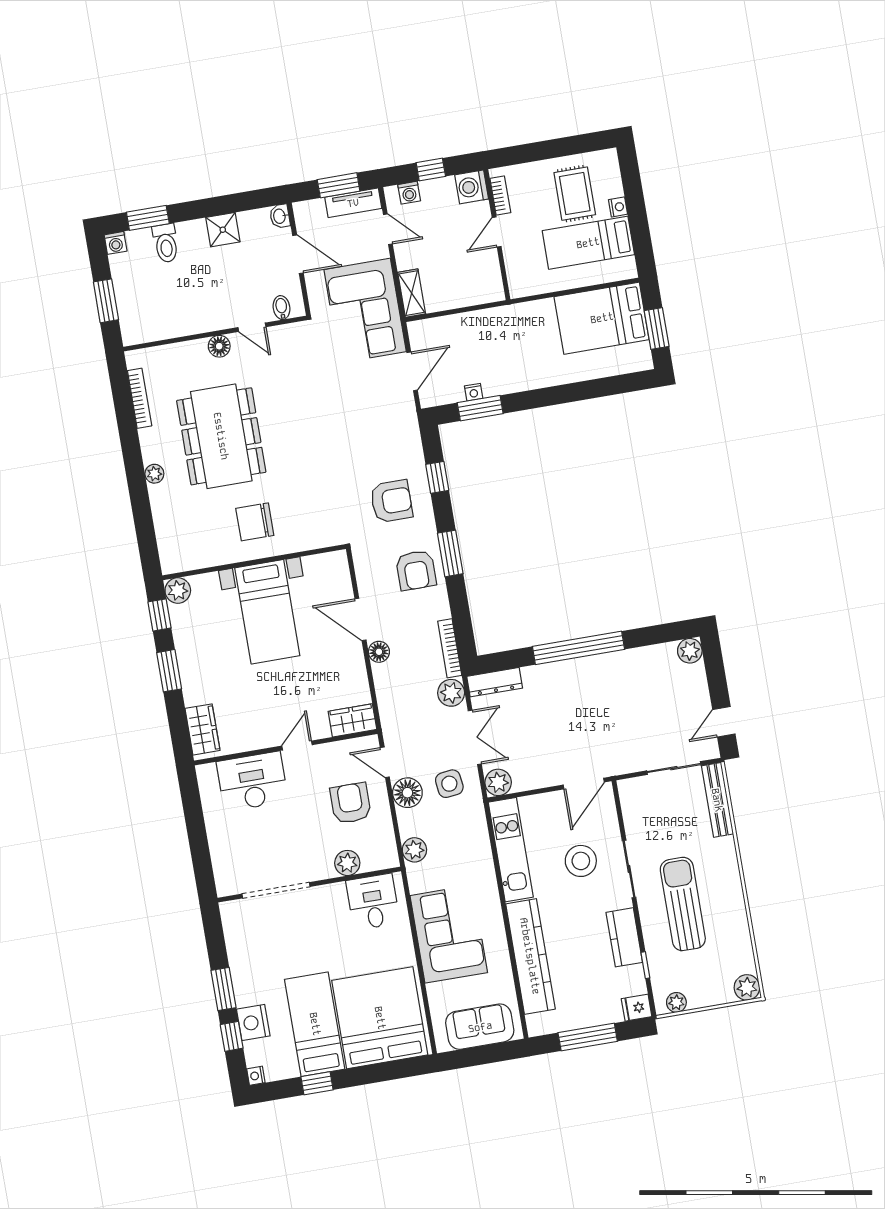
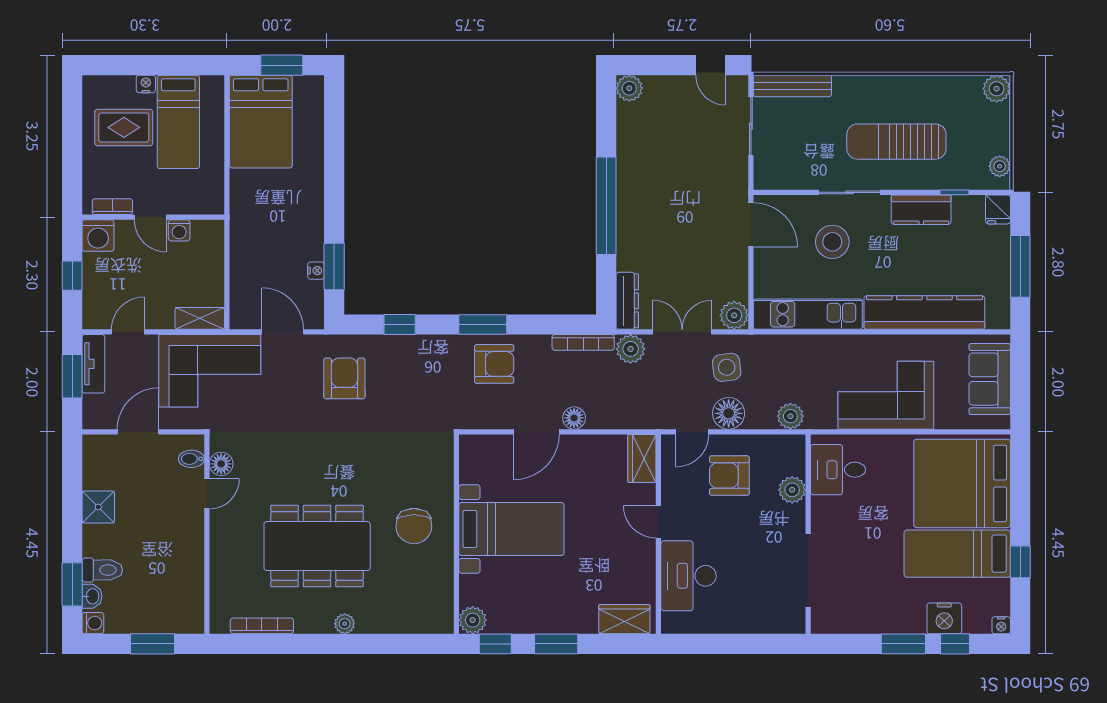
washing machine: (409, 193) -> (179, 230), moved, turned 90
washbasin: (280, 216) -> (92, 596), moved, turned -90
floor lamp: (219, 346) -> (221, 464), moved
armchair: (391, 501) -> (344, 378), moved

